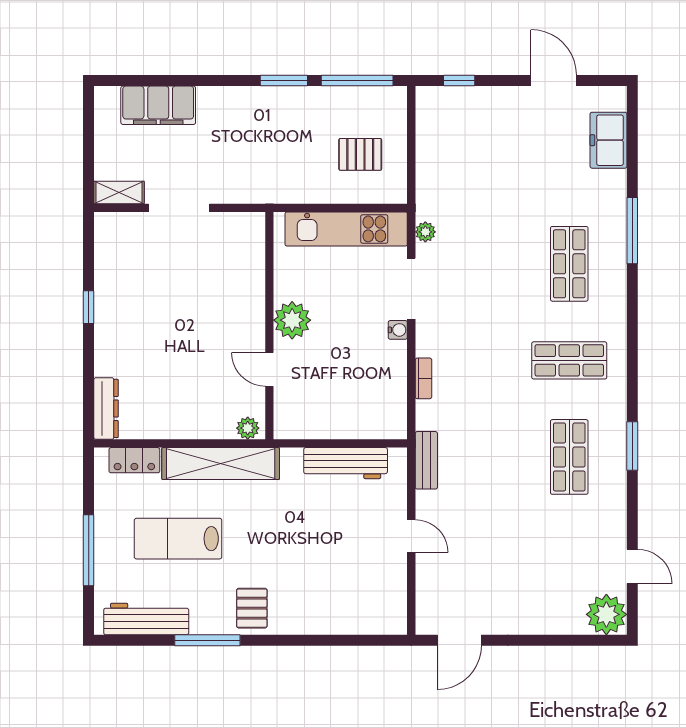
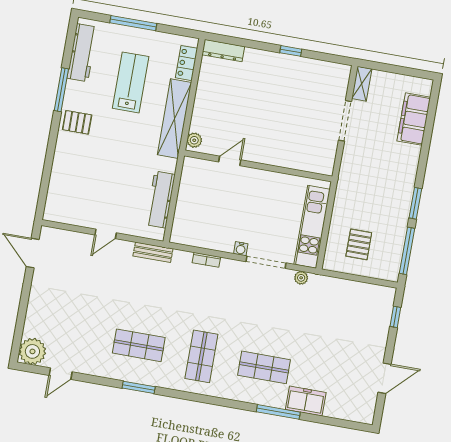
freezer: (609, 140) -> (306, 401), moved
plant: (292, 320) -> (259, 181), removed

